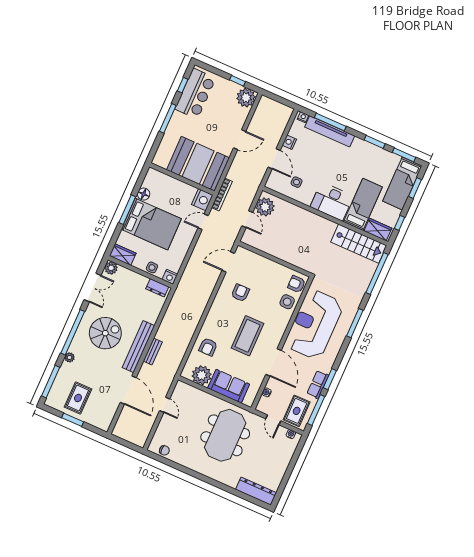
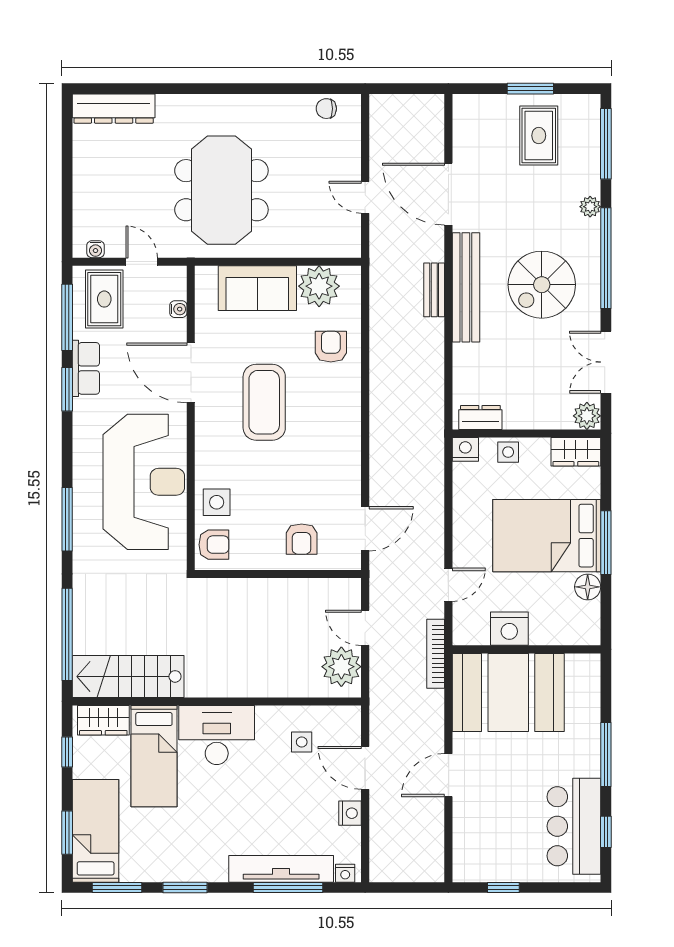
plant: (246, 98) -> (472, 862), removed
nightstand: (202, 200) -> (509, 629), moved, turned -90
armchair: (240, 293) -> (302, 539), moved

